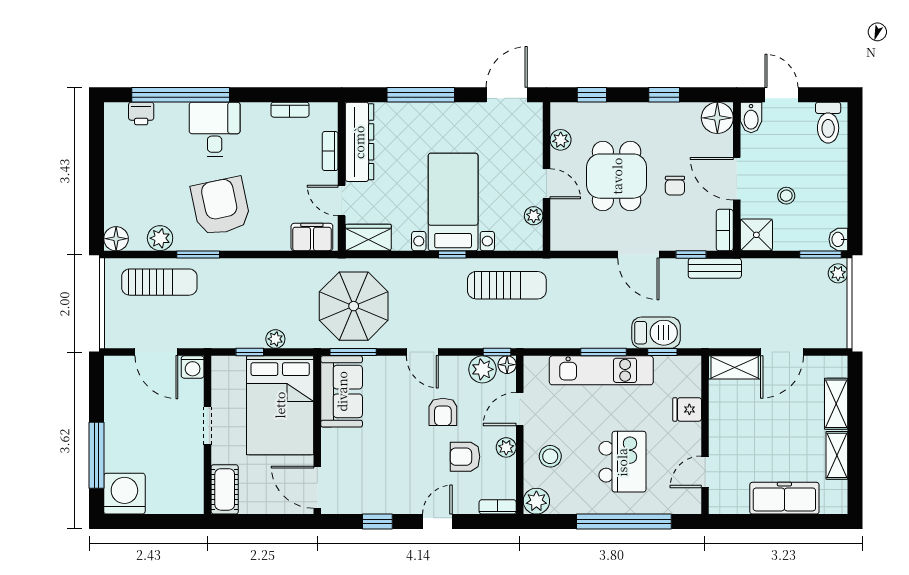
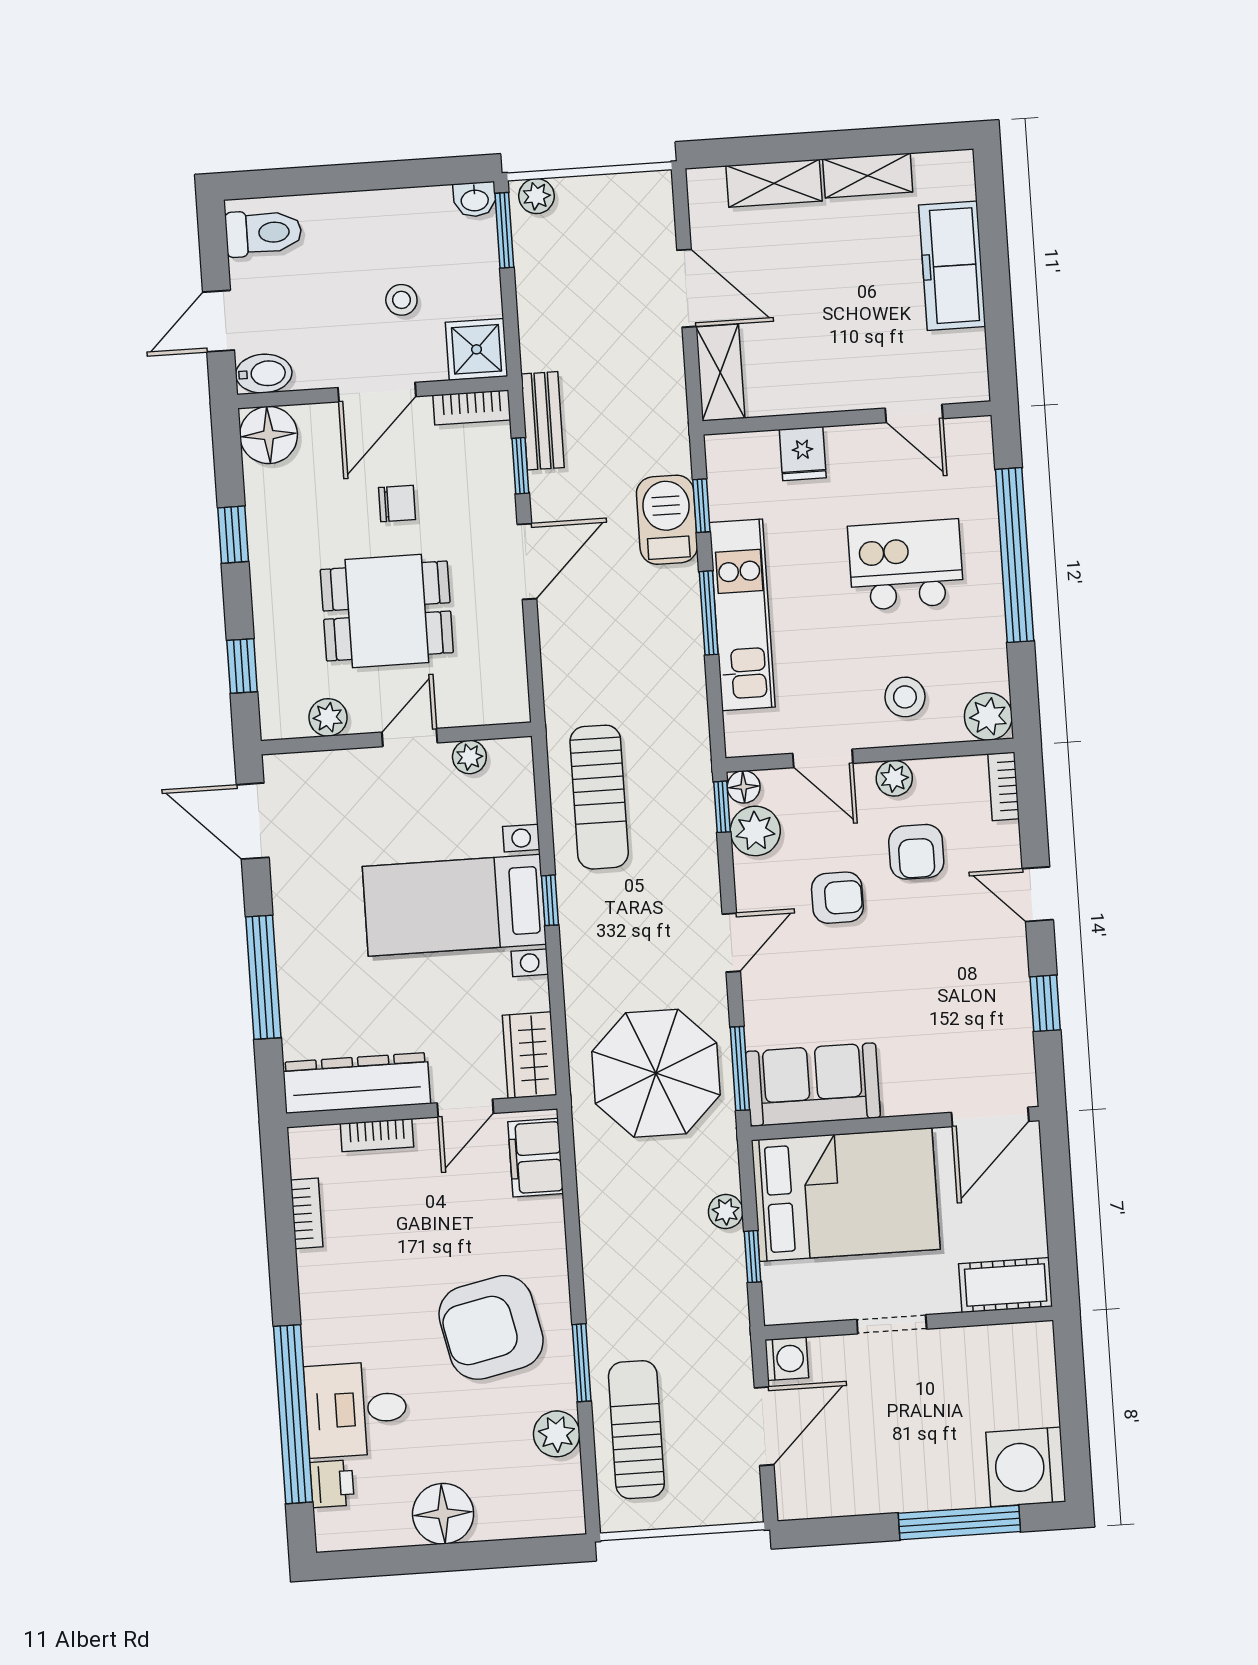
desk: (215, 129) -> (356, 1409), moved
floor lamp: (116, 239) -> (443, 1514), moved, width x1.38, depth x1.38
sun lounger: (507, 285) -> (599, 797), turned 180

